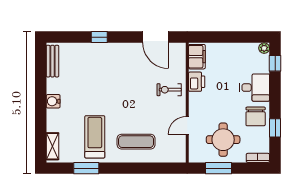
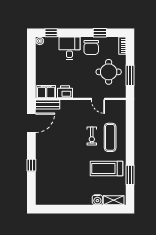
bench: (52, 61) -> (48, 105), moved
exercise bike: (169, 90) -> (92, 136), moved
water cooler: (53, 101) -> (97, 200), moved
chair: (256, 116) -> (91, 47), turned 90

